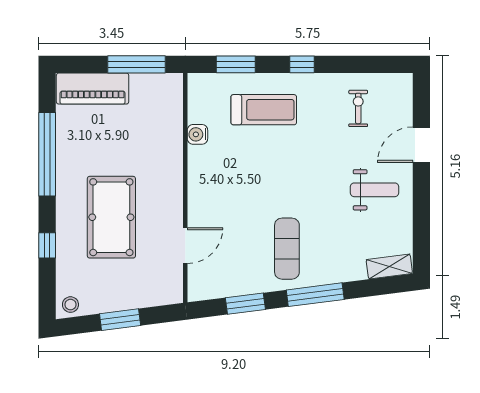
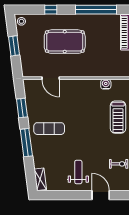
weight bench: (375, 190) -> (78, 172), turned 180

